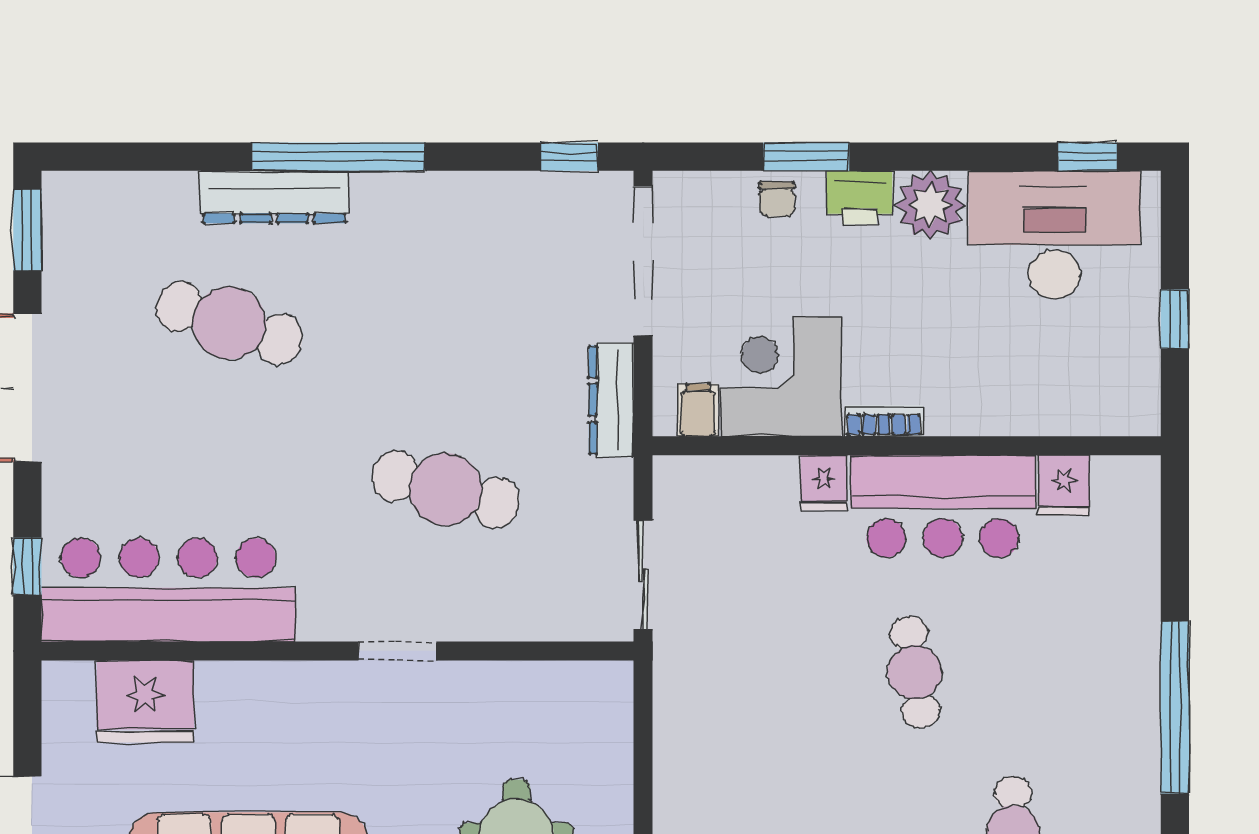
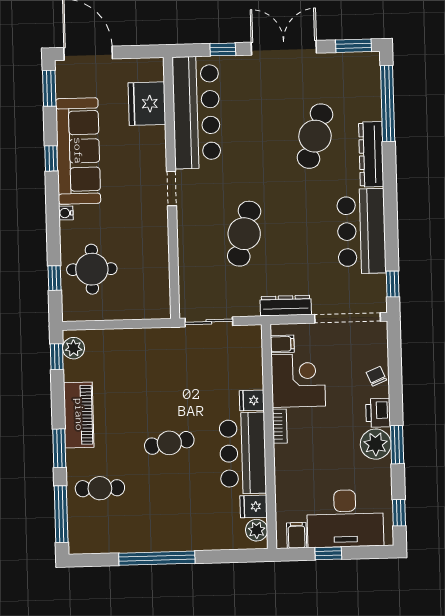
window: (339, 157) -> (388, 103), moved
window: (806, 157) -> (397, 445), moved
chair: (777, 199) -> (376, 376), turned 67
bar counter: (448, 224) -> (361, 231), added
desk: (1054, 235) -> (345, 518), moved, turned 90
filing cabinet: (1132, 390) -> (297, 535), added
plant: (1118, 480) -> (257, 530), added
window: (27, 566) -> (223, 49), moved
doorway: (397, 651) -> (172, 189), moved

